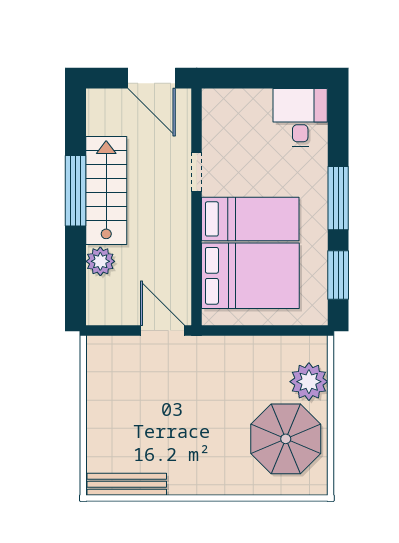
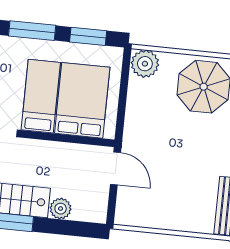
door: (163, 331) -> (116, 168), swing flipped
plant: (309, 382) -> (145, 64), moved

